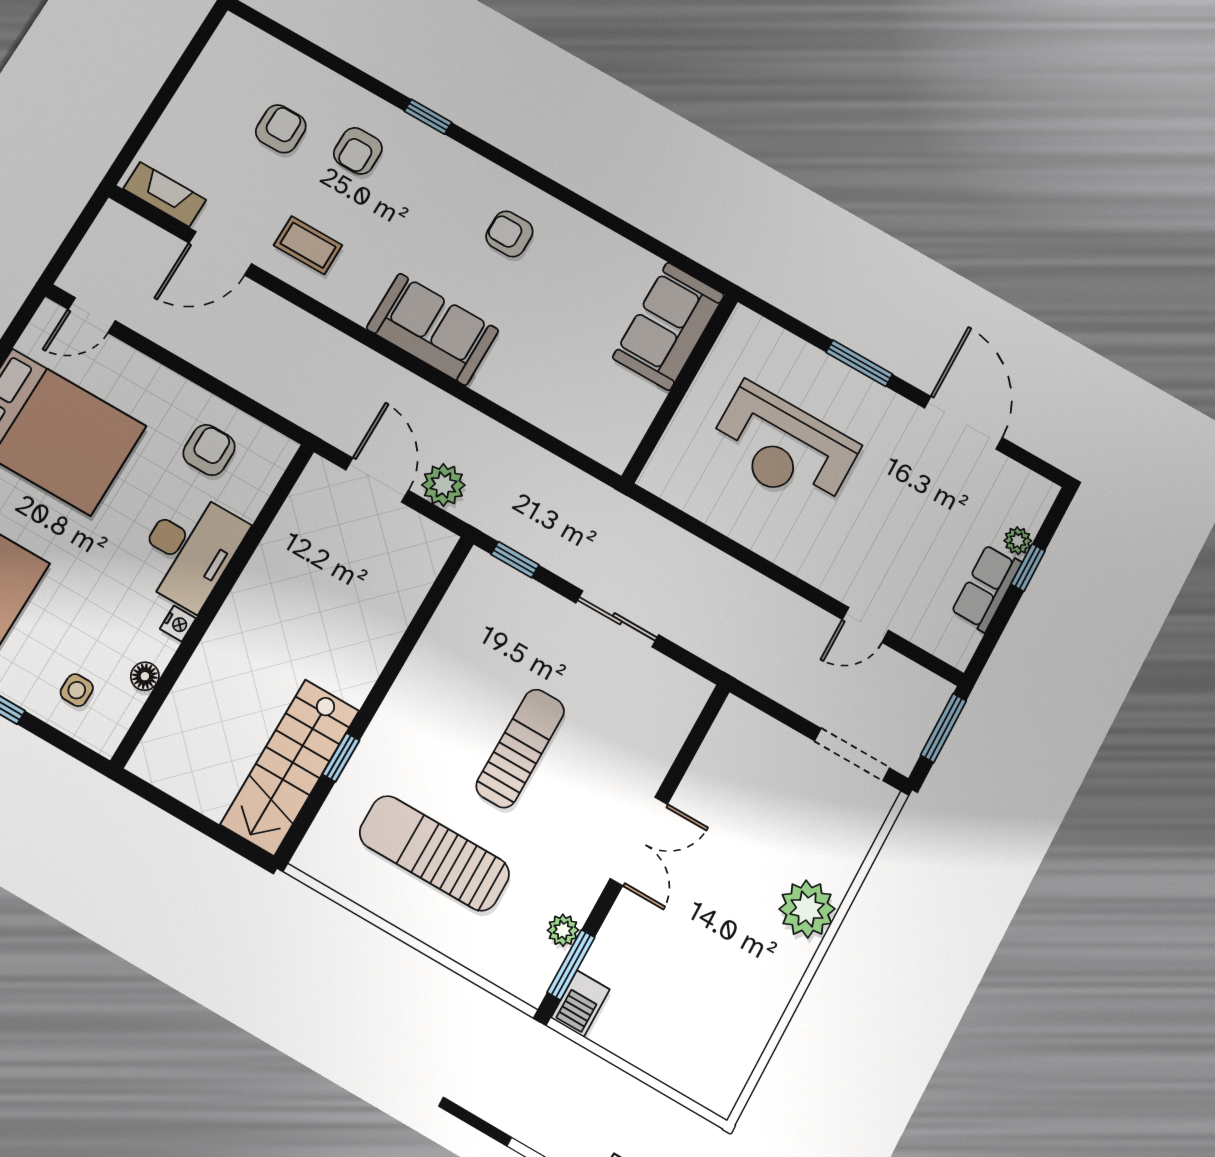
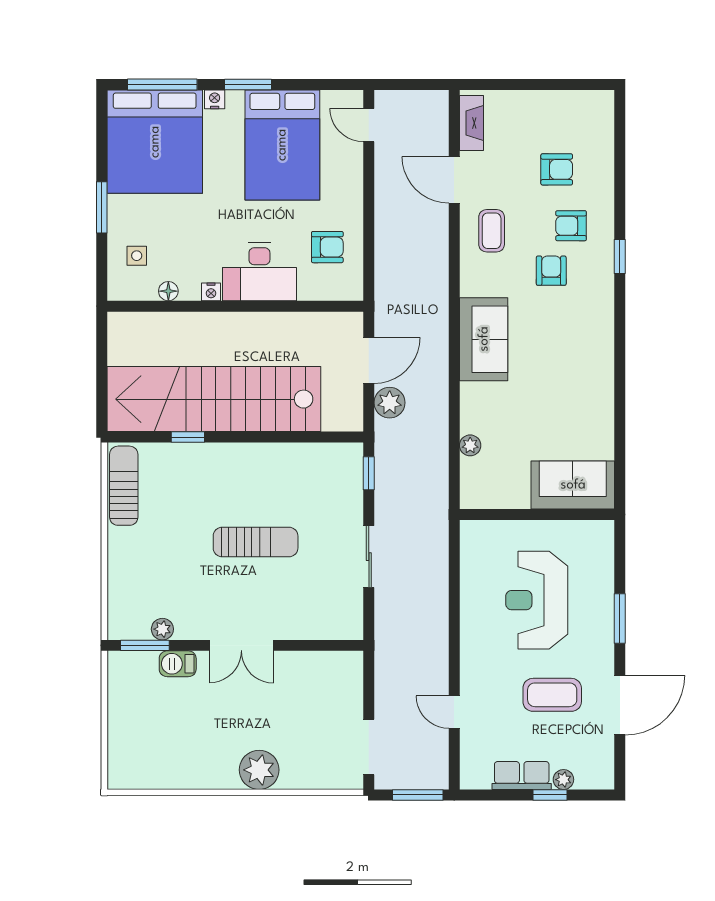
armchair: (509, 234) -> (551, 271), moved
plant: (551, 419) -> (470, 445), added
coffee table: (908, 495) -> (552, 695), added
stairs: (290, 767) -> (214, 399), width x1.86, depth x1.51
sun lounger: (434, 853) -> (124, 486), moved, width x0.73, depth x0.75
barbecue: (580, 1004) -> (178, 664), moved

